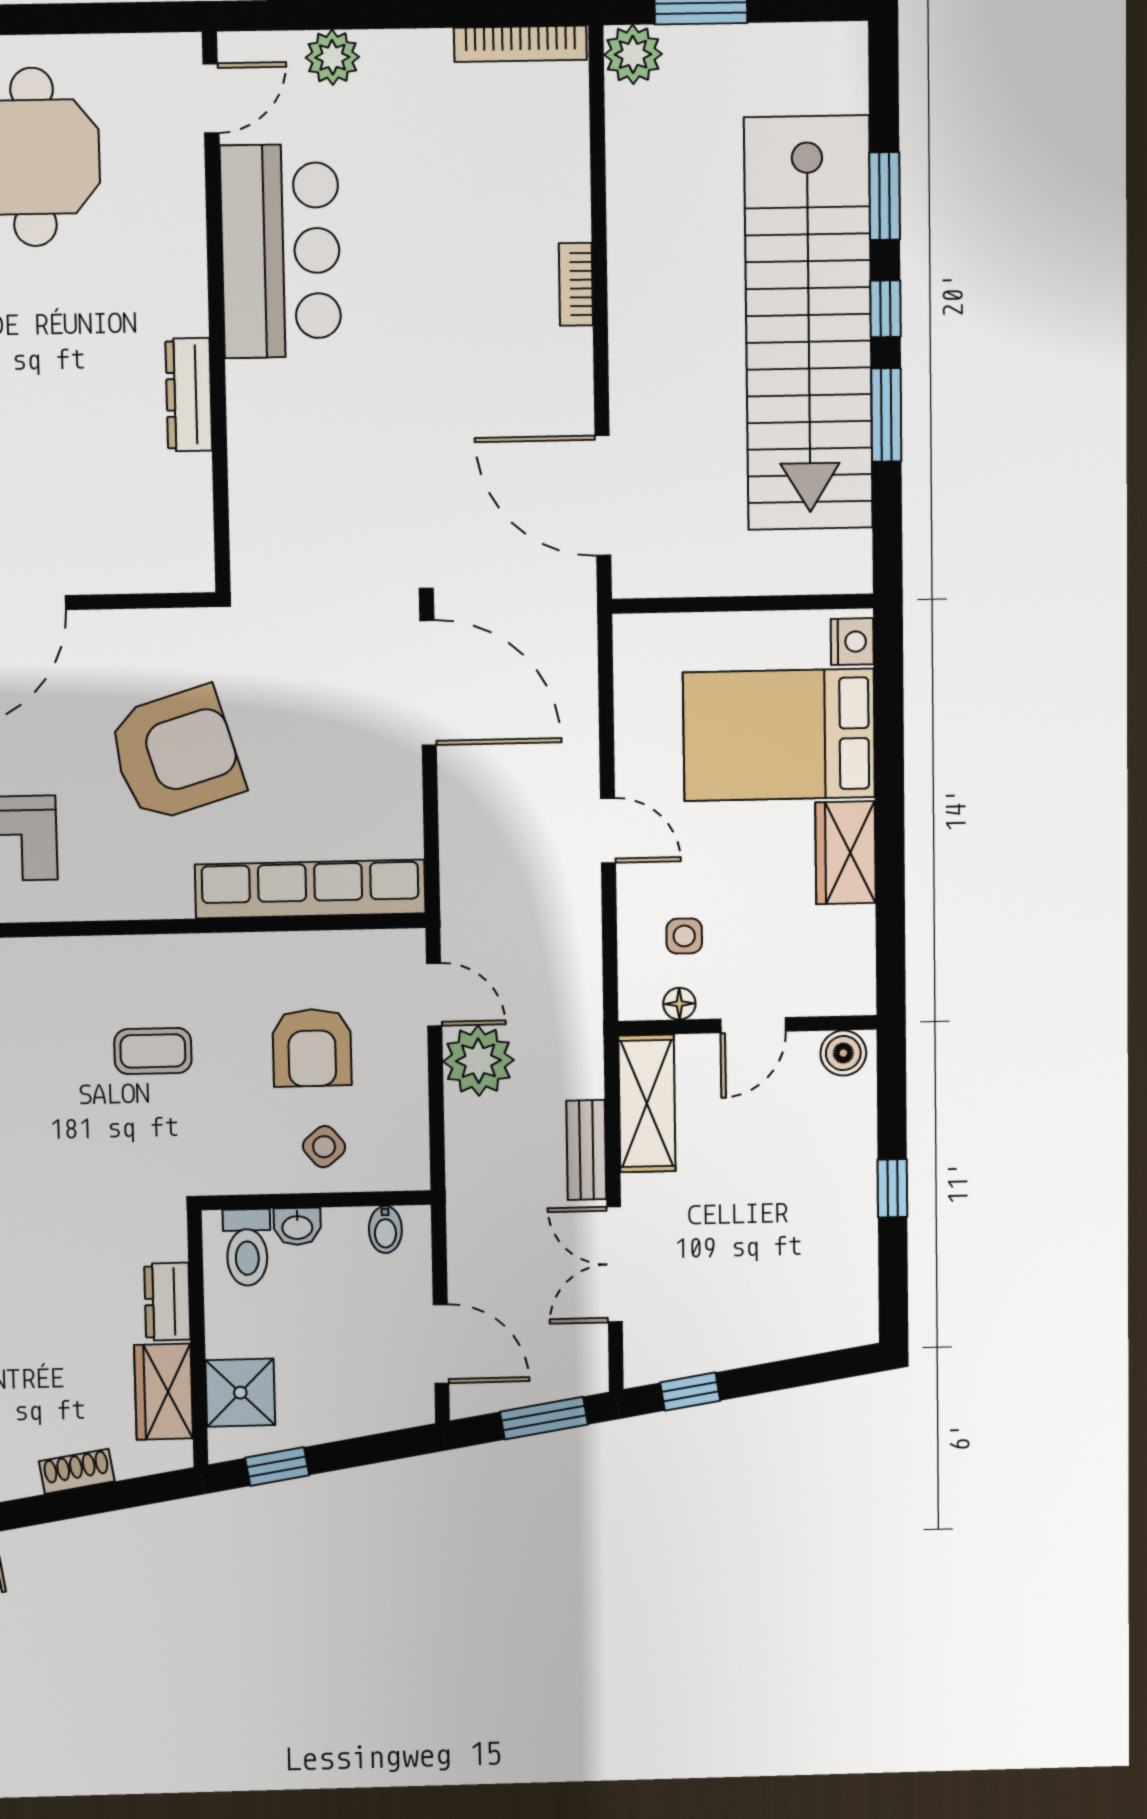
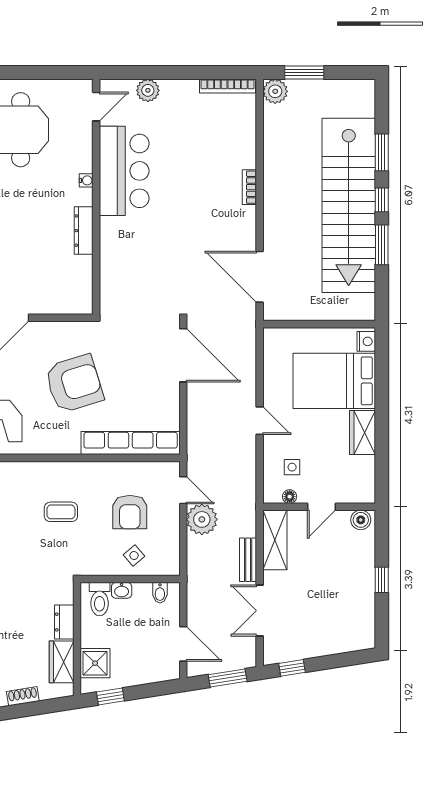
water cooler: (192, 275) -> (86, 180), added

